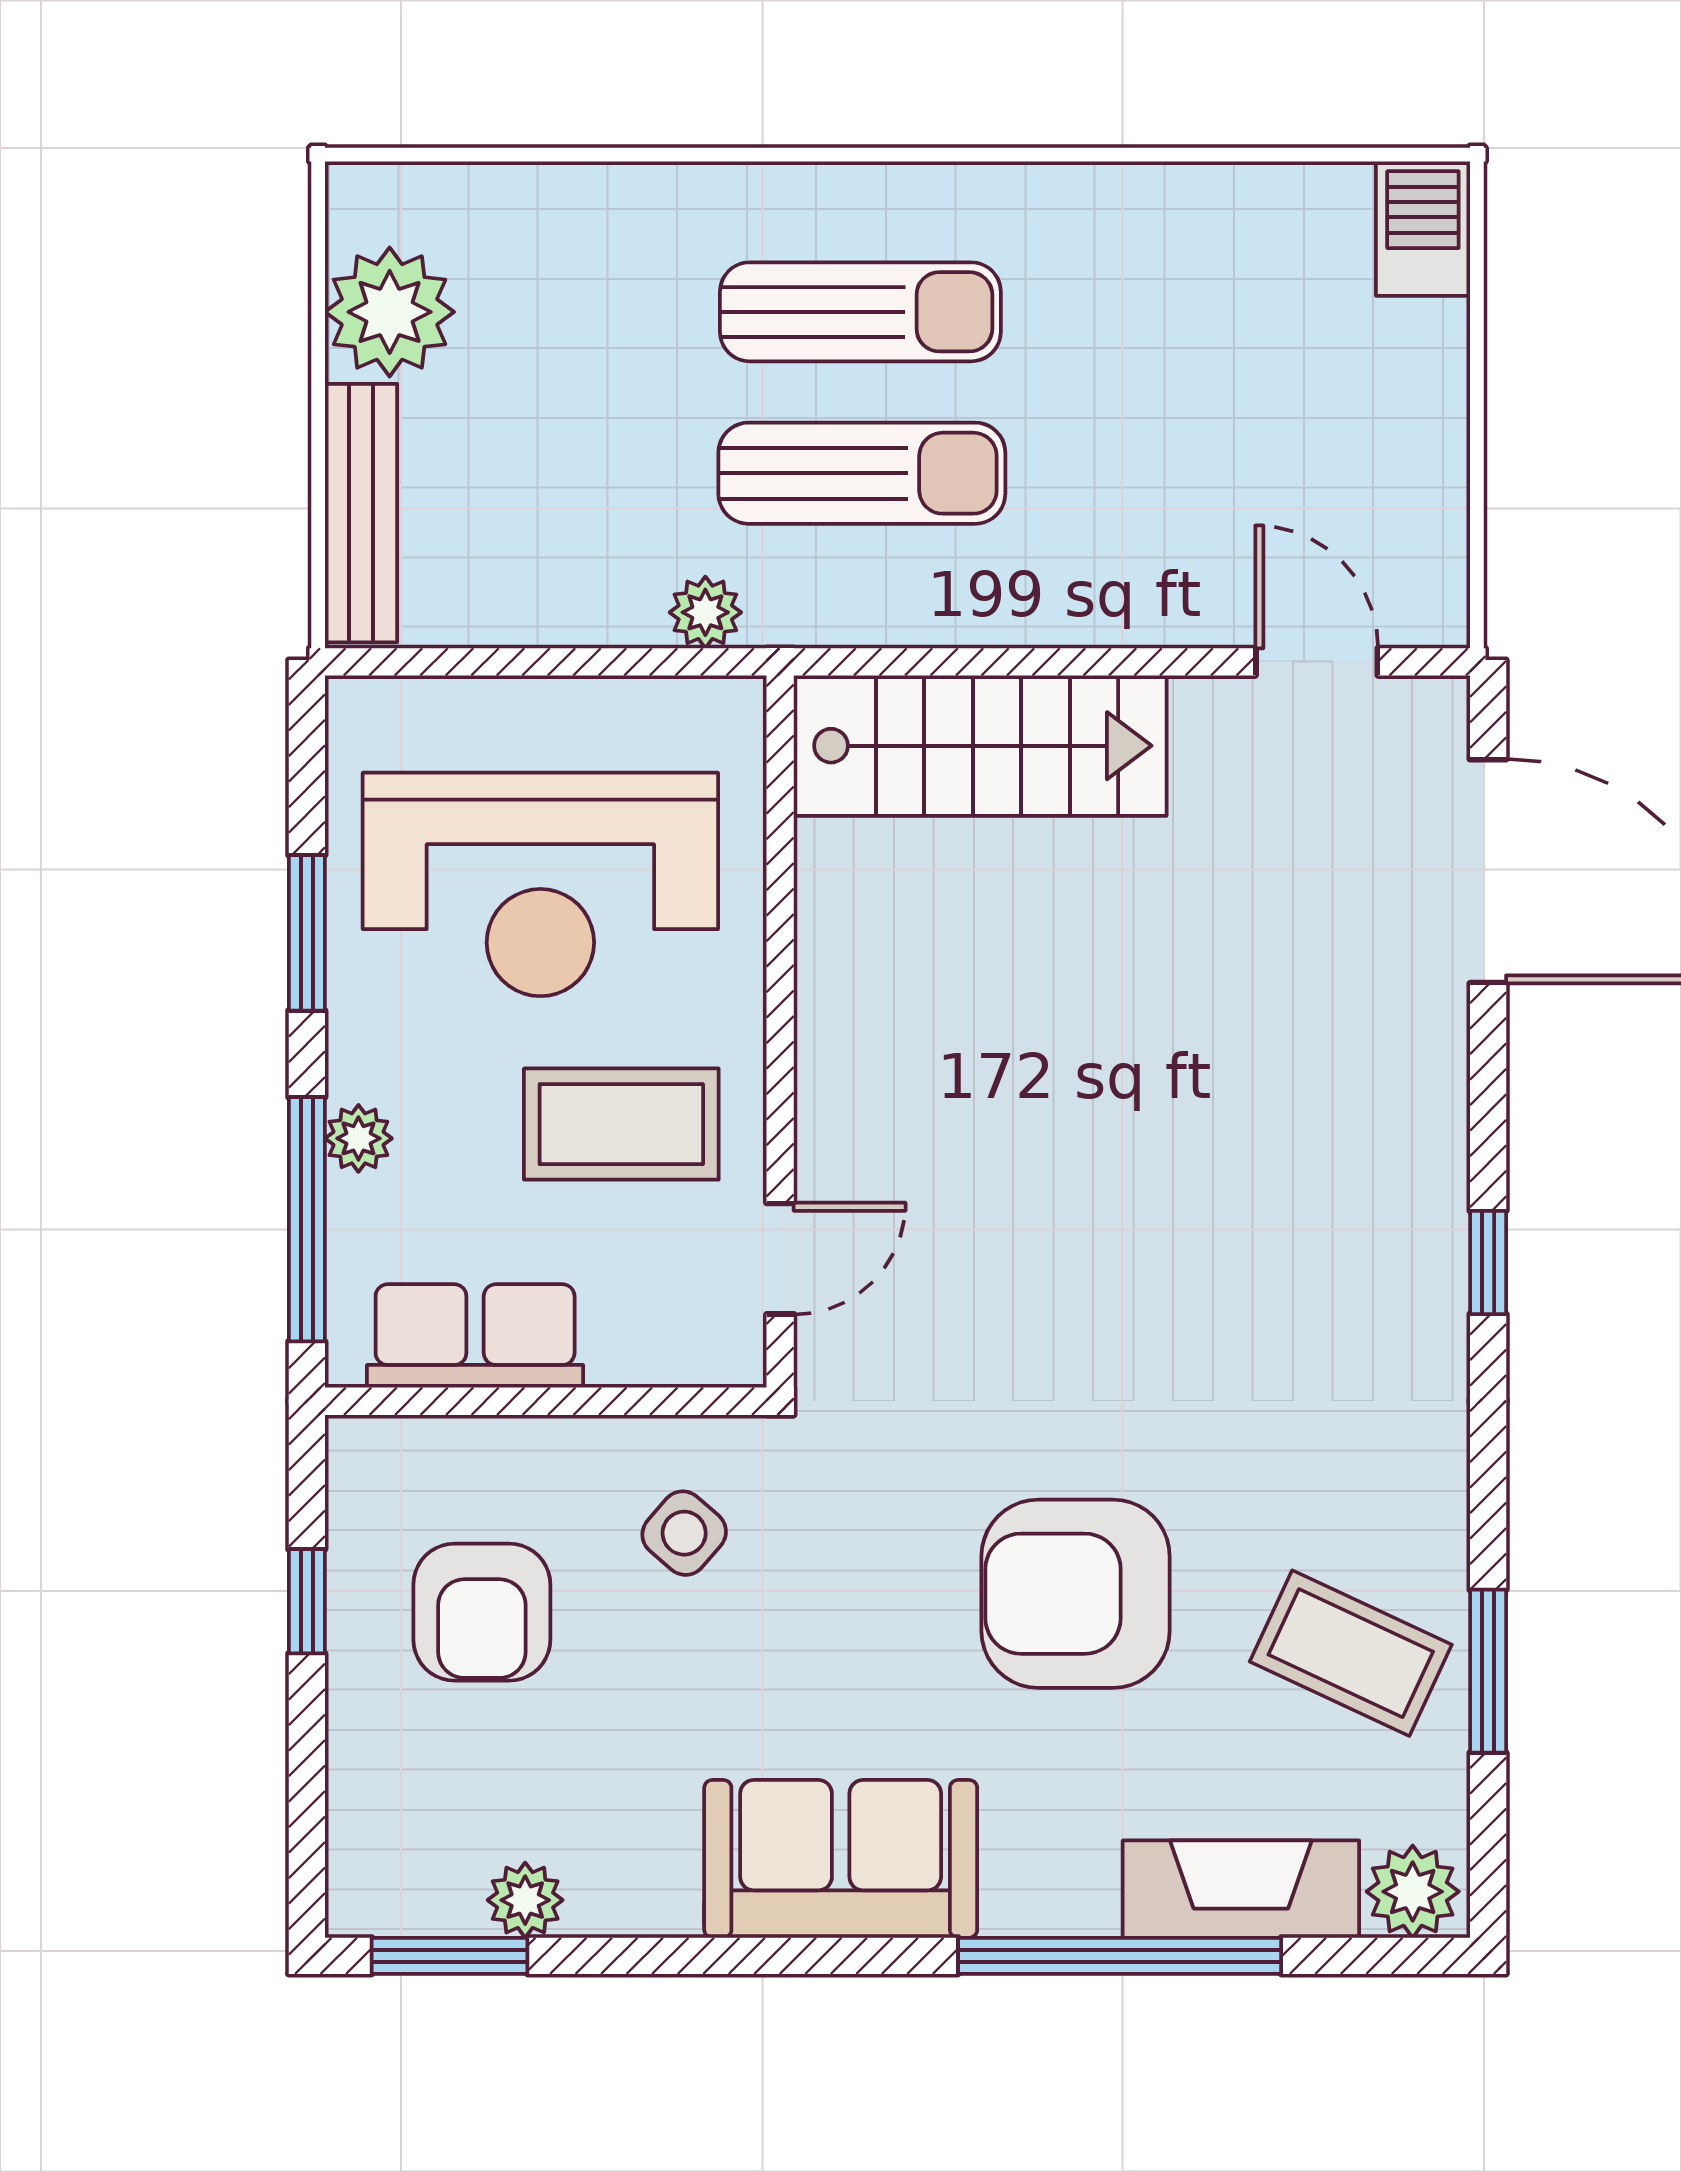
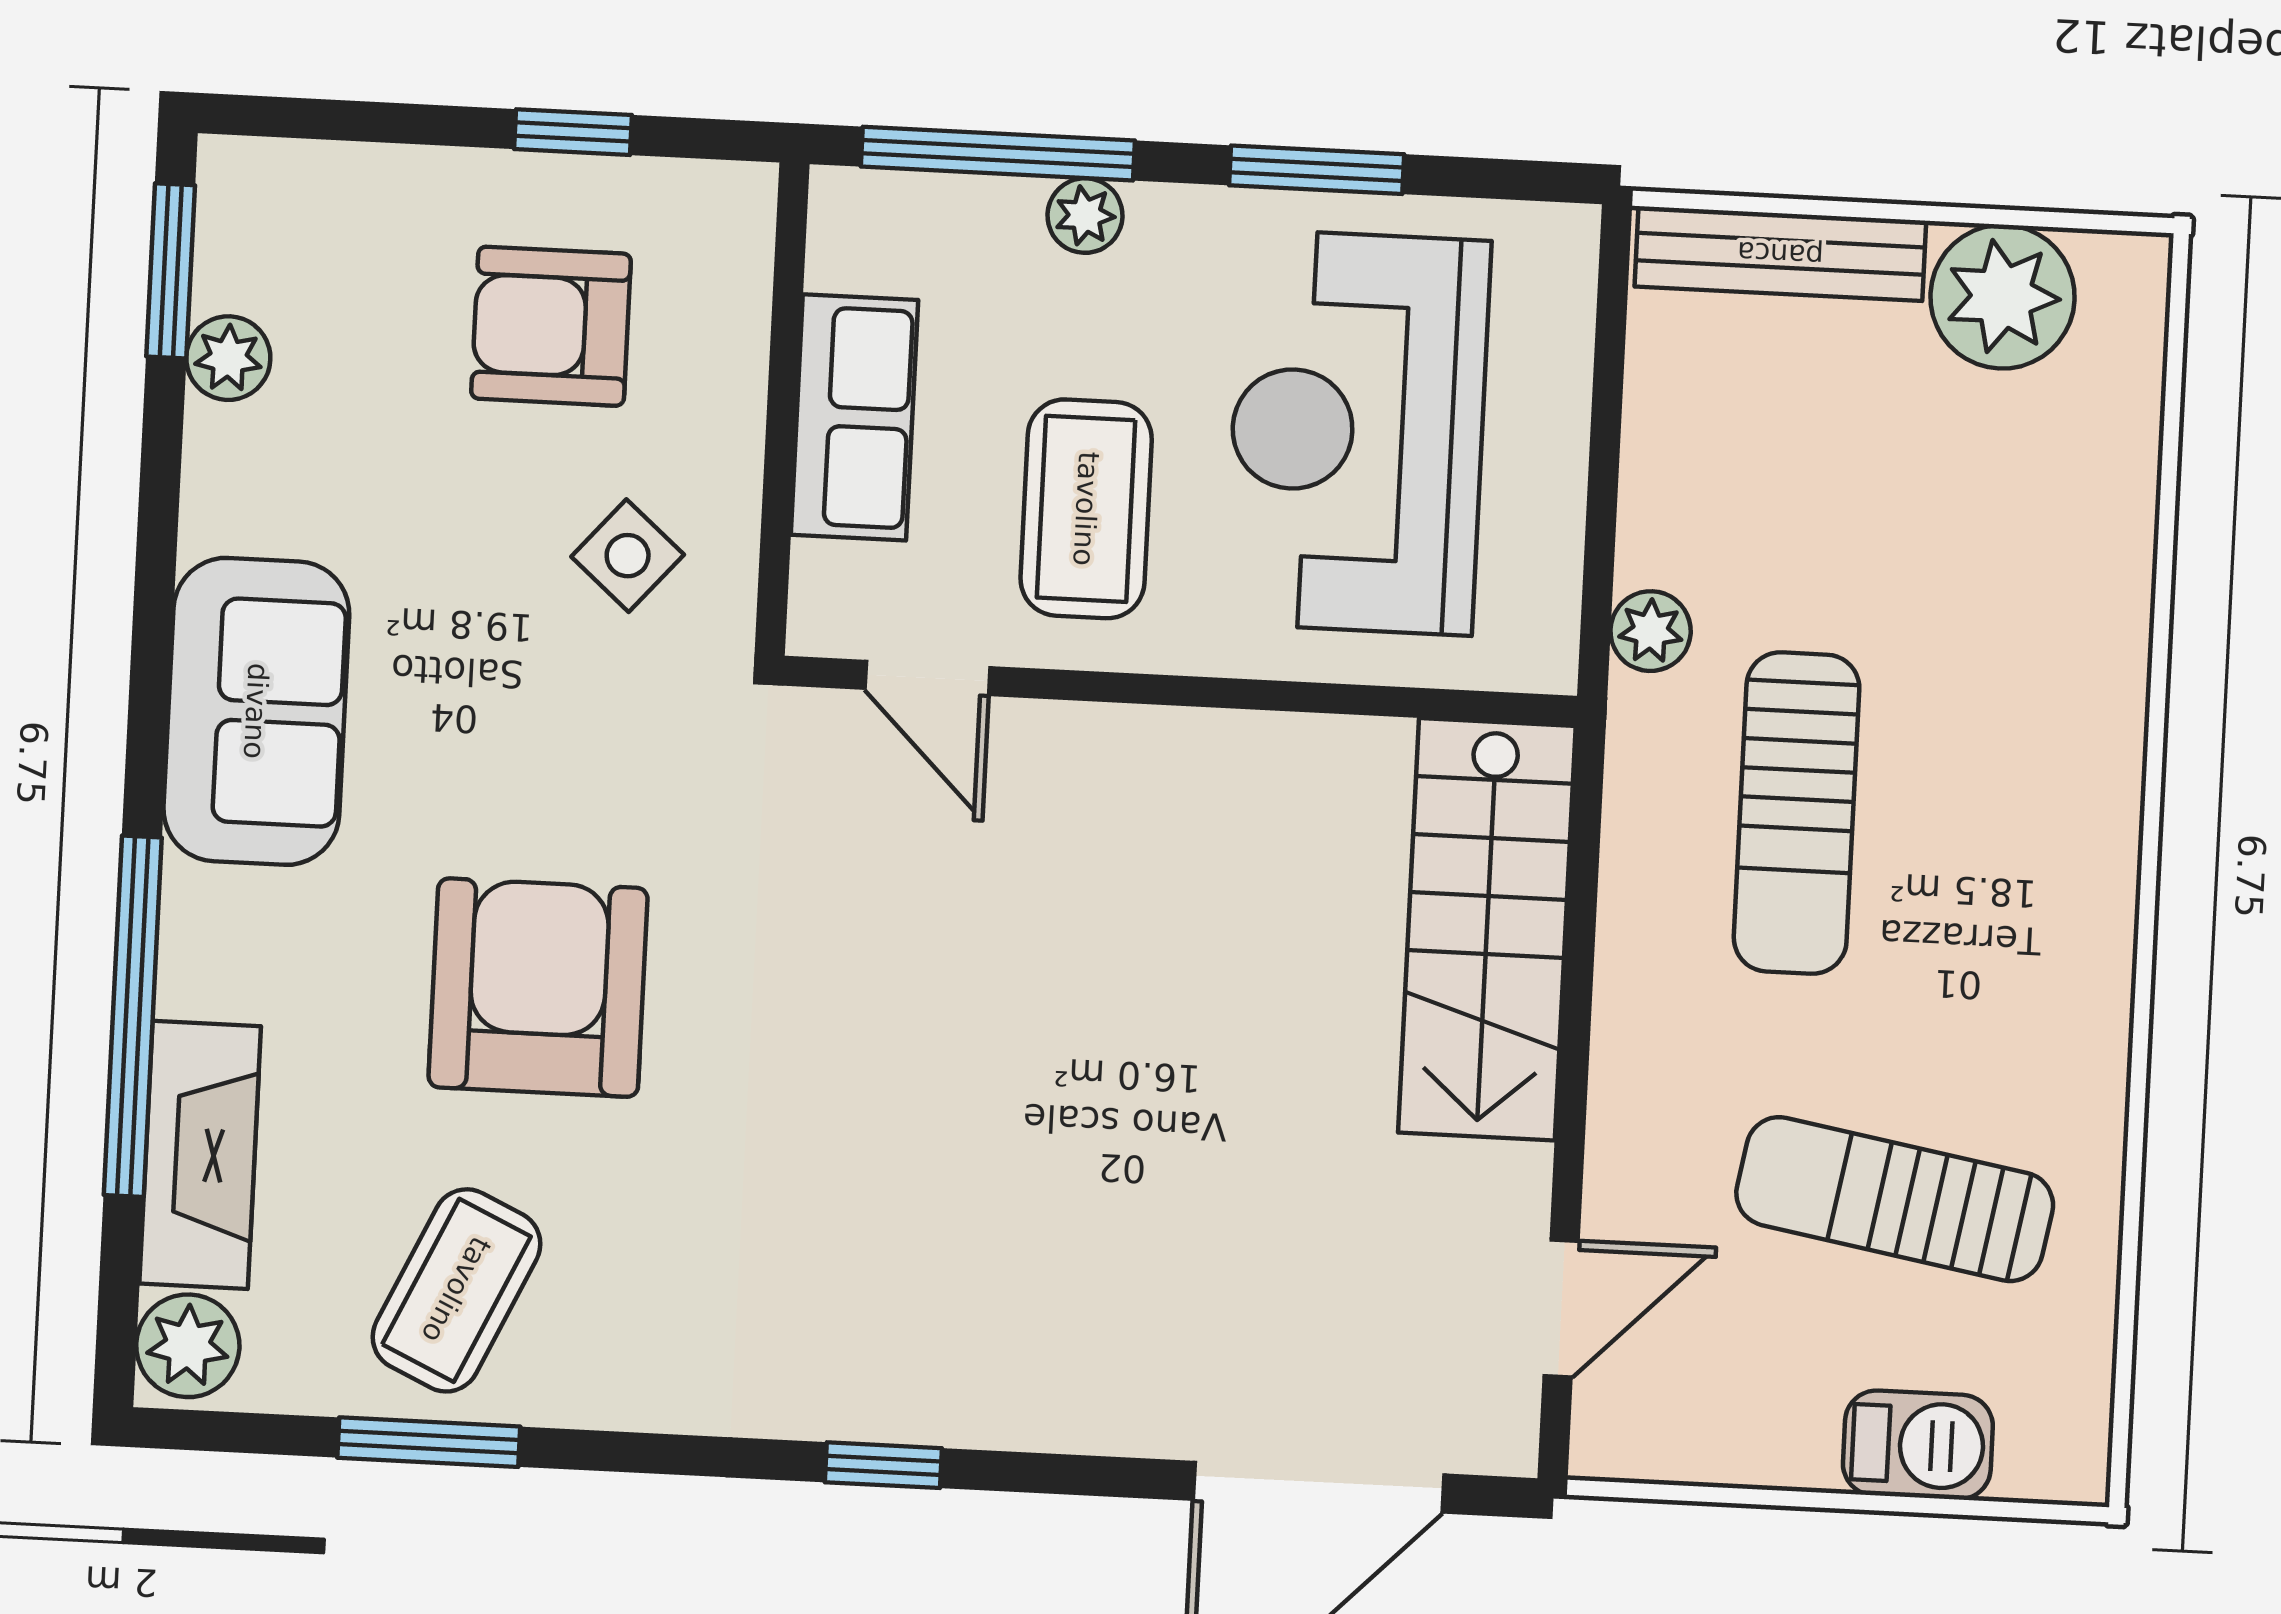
barbecue: (1423, 229) -> (1918, 1445), moved
sun lounger: (860, 312) -> (1895, 1199), moved, turned 100
row of seats: (475, 1336) -> (854, 417), moved

